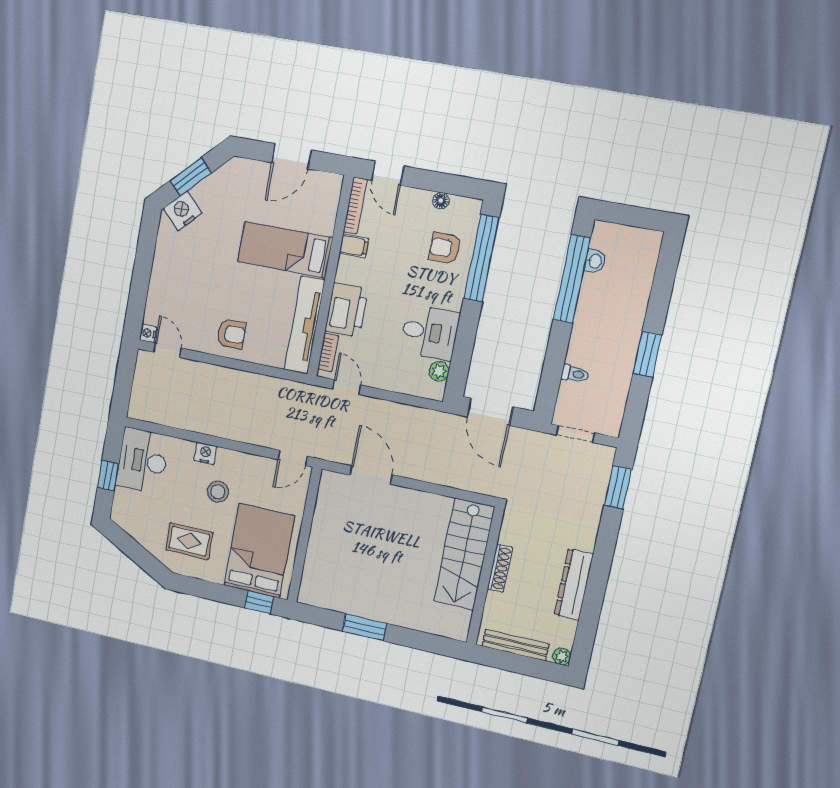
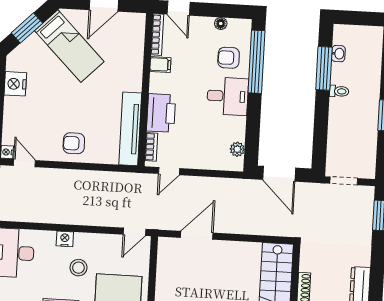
nightstand: (183, 211) -> (15, 84), moved, turned -45
bed: (285, 250) -> (69, 46), moved, turned -135
window: (572, 279) -> (324, 68), width x0.68
desk: (430, 332) -> (228, 96), moved
armchair: (231, 334) -> (74, 143), turned 180
toilet: (575, 374) -> (339, 91), moved
door: (347, 387) -> (169, 171), swing flipped
door: (371, 475) -> (197, 235), hinge flipped

